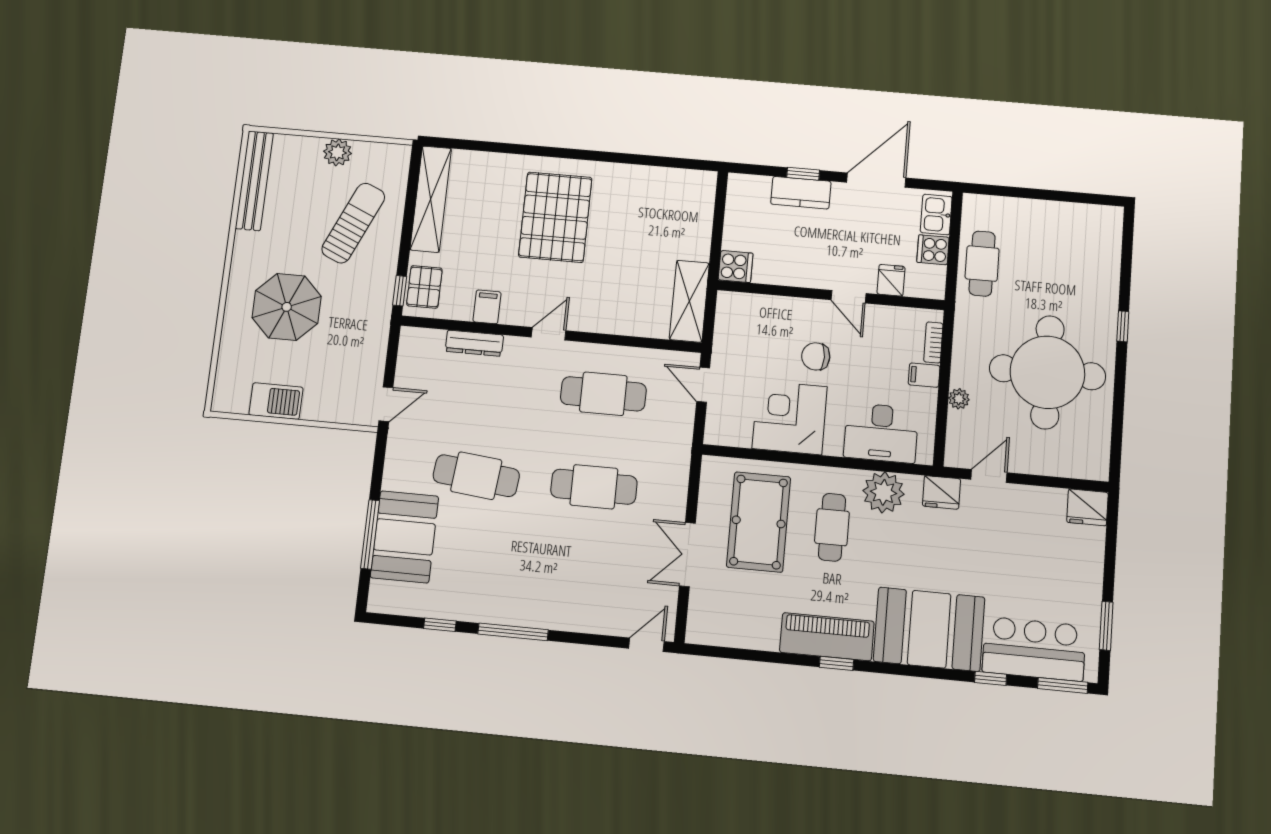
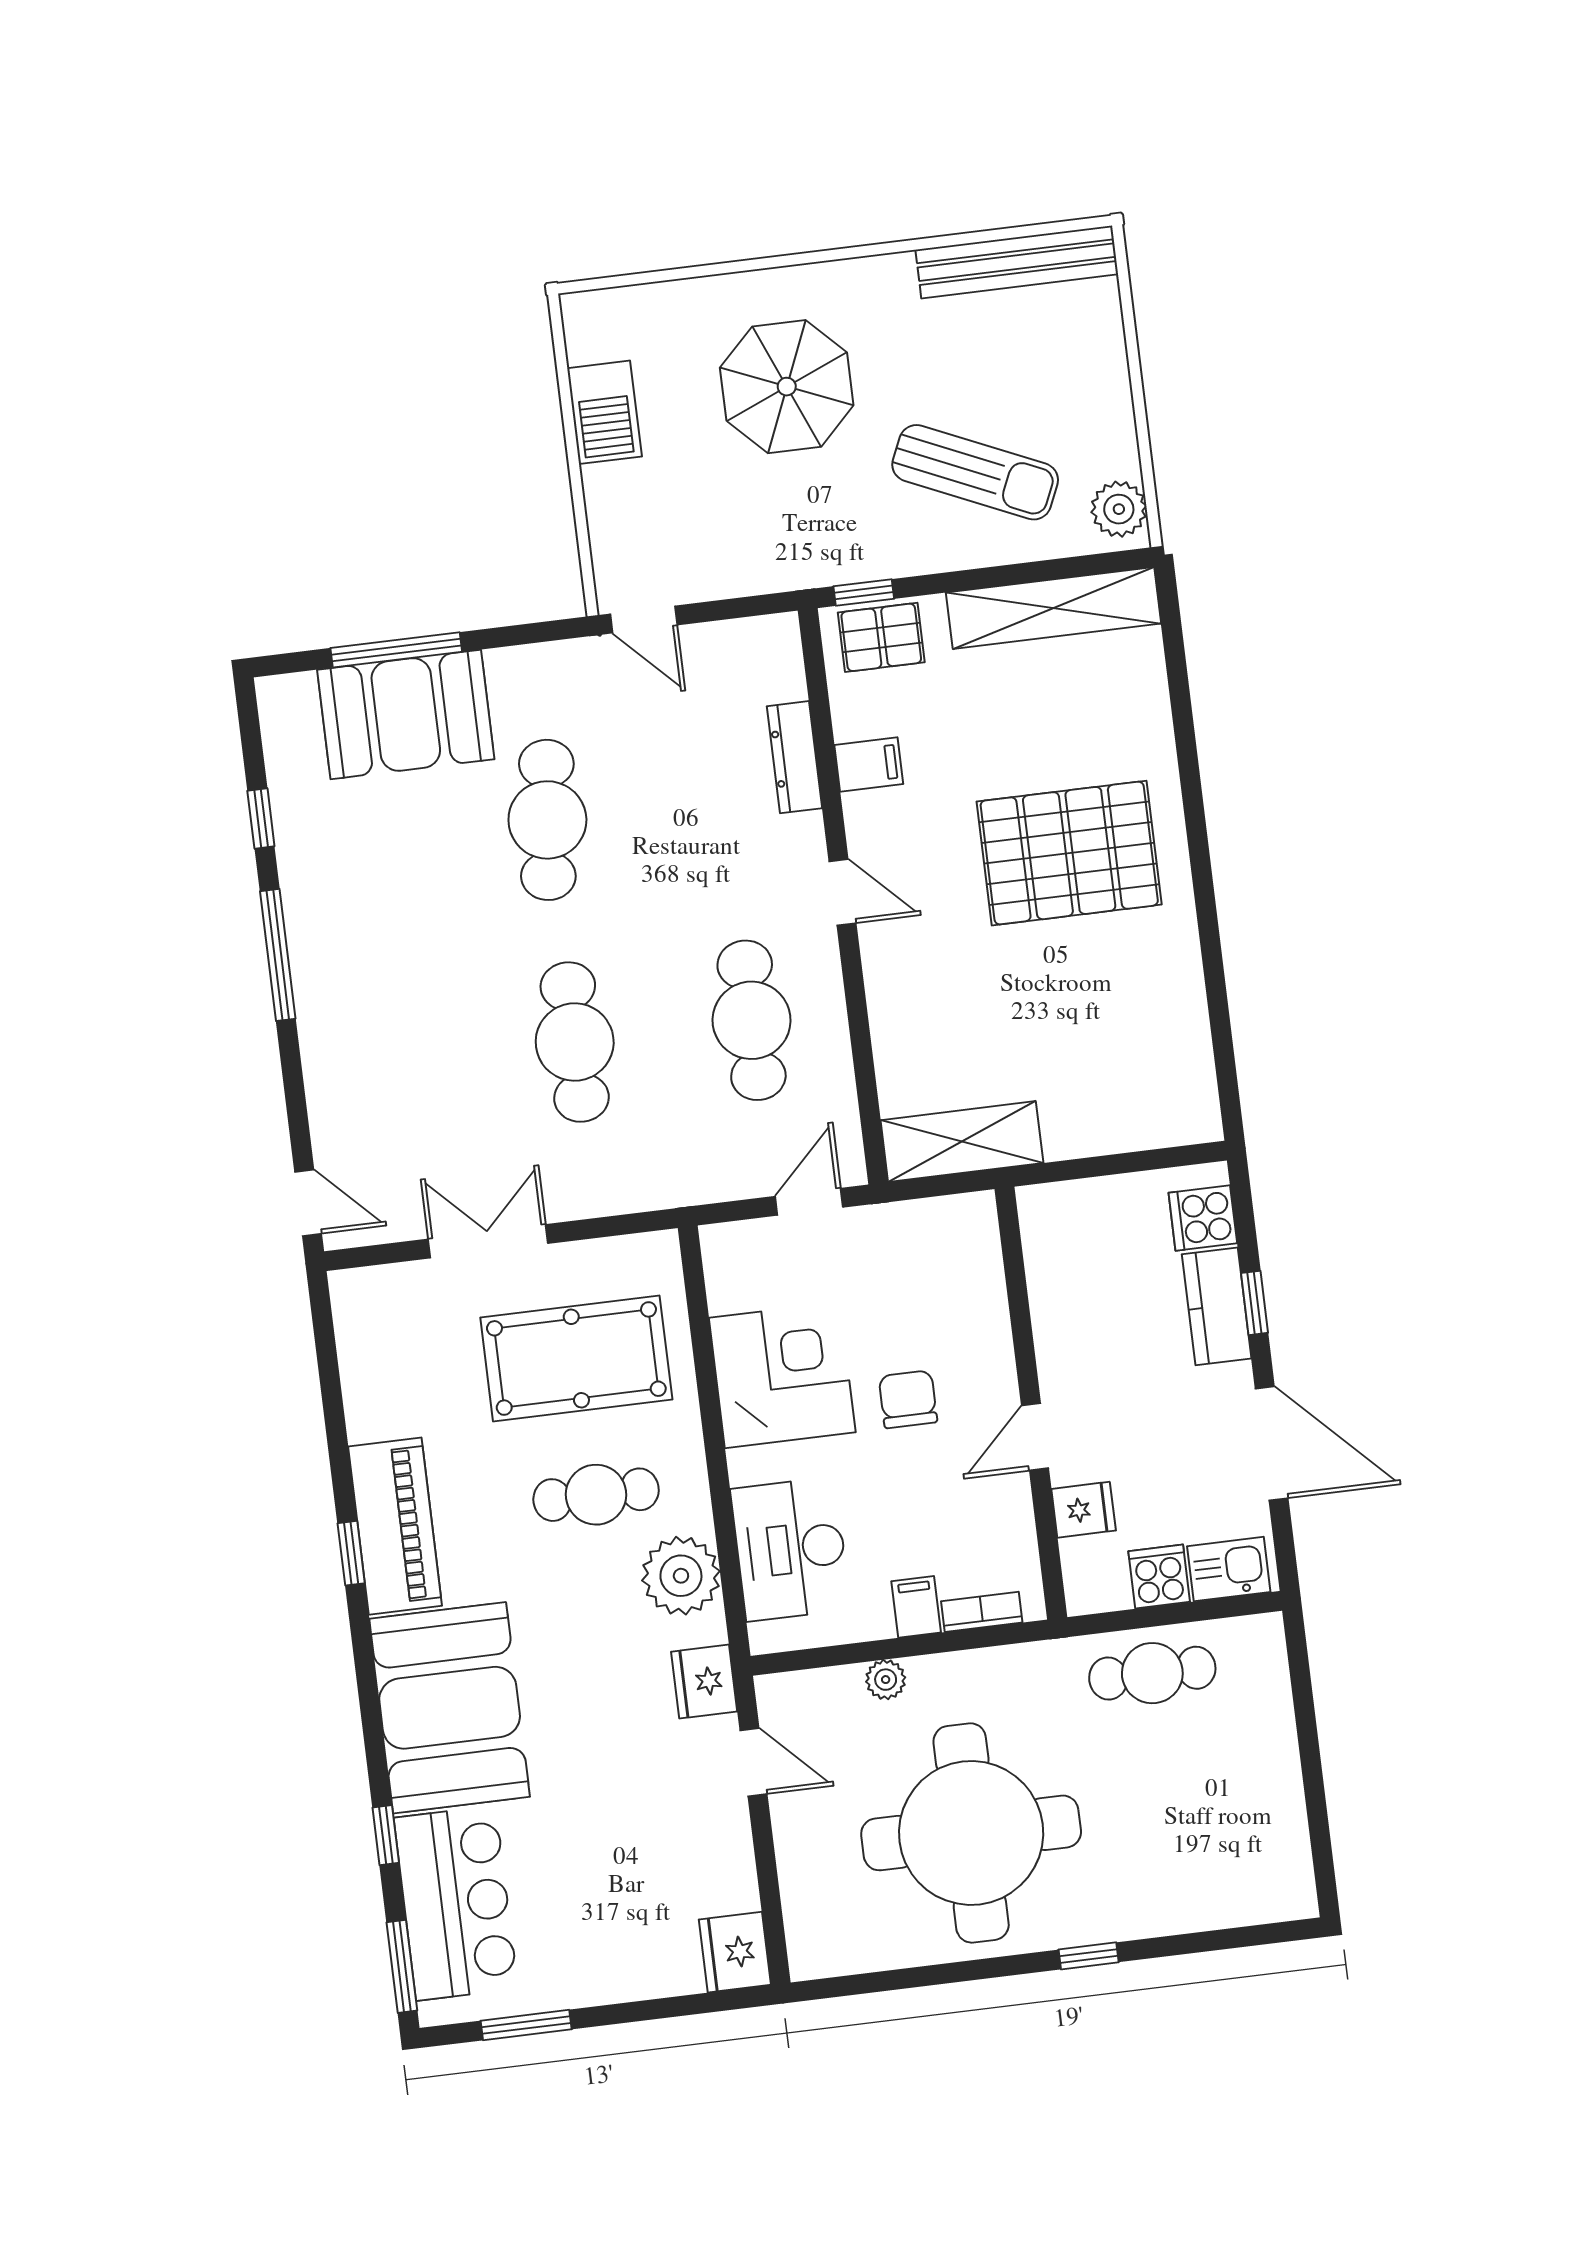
plant: (337, 152) -> (1119, 509), moved
cooker: (736, 267) -> (1203, 1218), moved, turned 90

